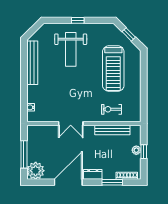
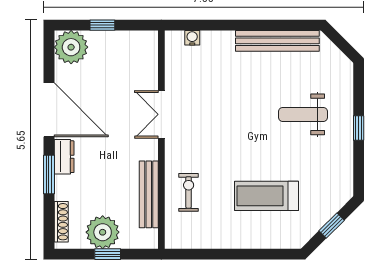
weight bench: (71, 49) -> (303, 114), width x0.73, depth x0.75
treadmill: (113, 69) -> (266, 196), width x0.73, depth x0.73
plant: (136, 150) -> (103, 232), width x1.88, depth x1.88
window: (24, 154) -> (102, 25), width x0.46
window: (112, 182) -> (49, 175), moved

